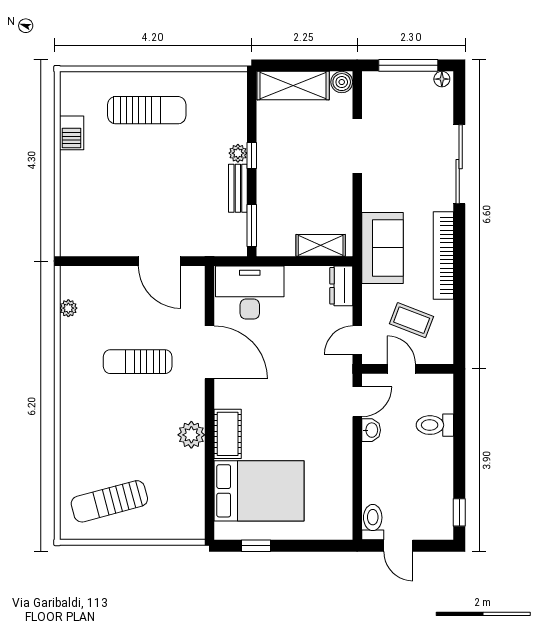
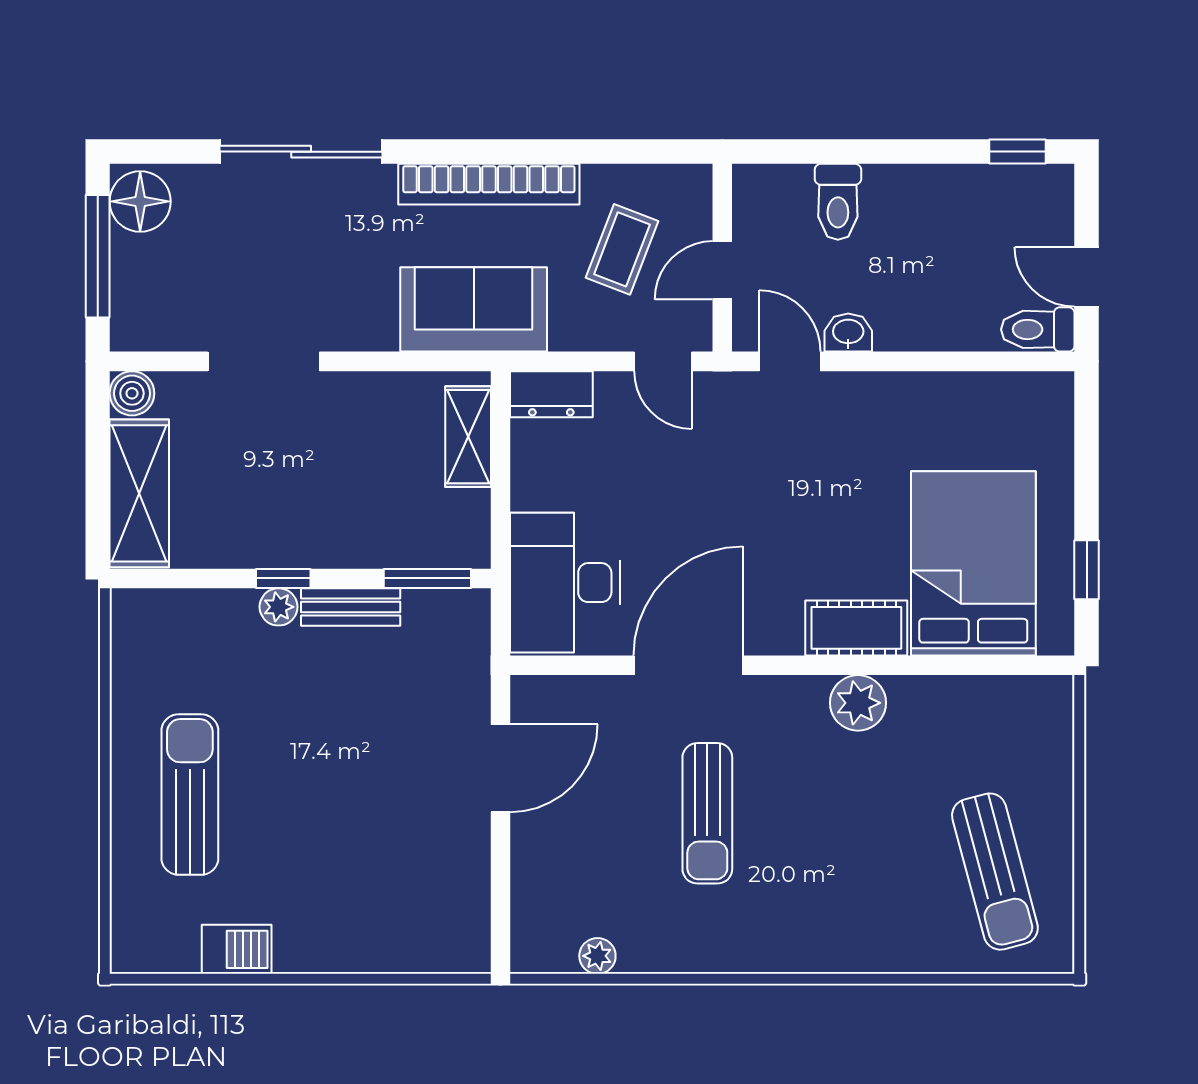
floor lamp: (442, 79) -> (140, 201), width x1.89, depth x1.89
door: (398, 546) -> (1087, 277), swing flipped

